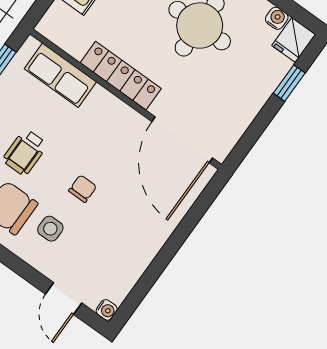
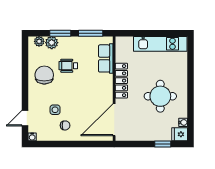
chair: (83, 189) -> (65, 125), moved
side table: (50, 229) -> (55, 110), moved

